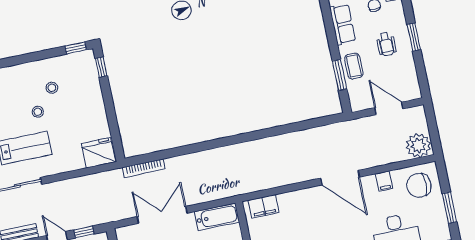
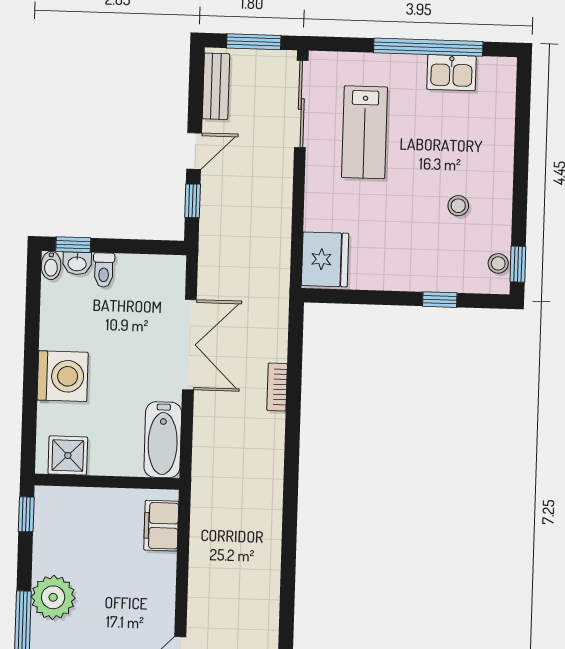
window: (101, 67) -> (440, 300), moved
stool: (38, 112) -> (498, 263), moved
bookcase: (144, 168) -> (277, 387), moved, width x0.64

